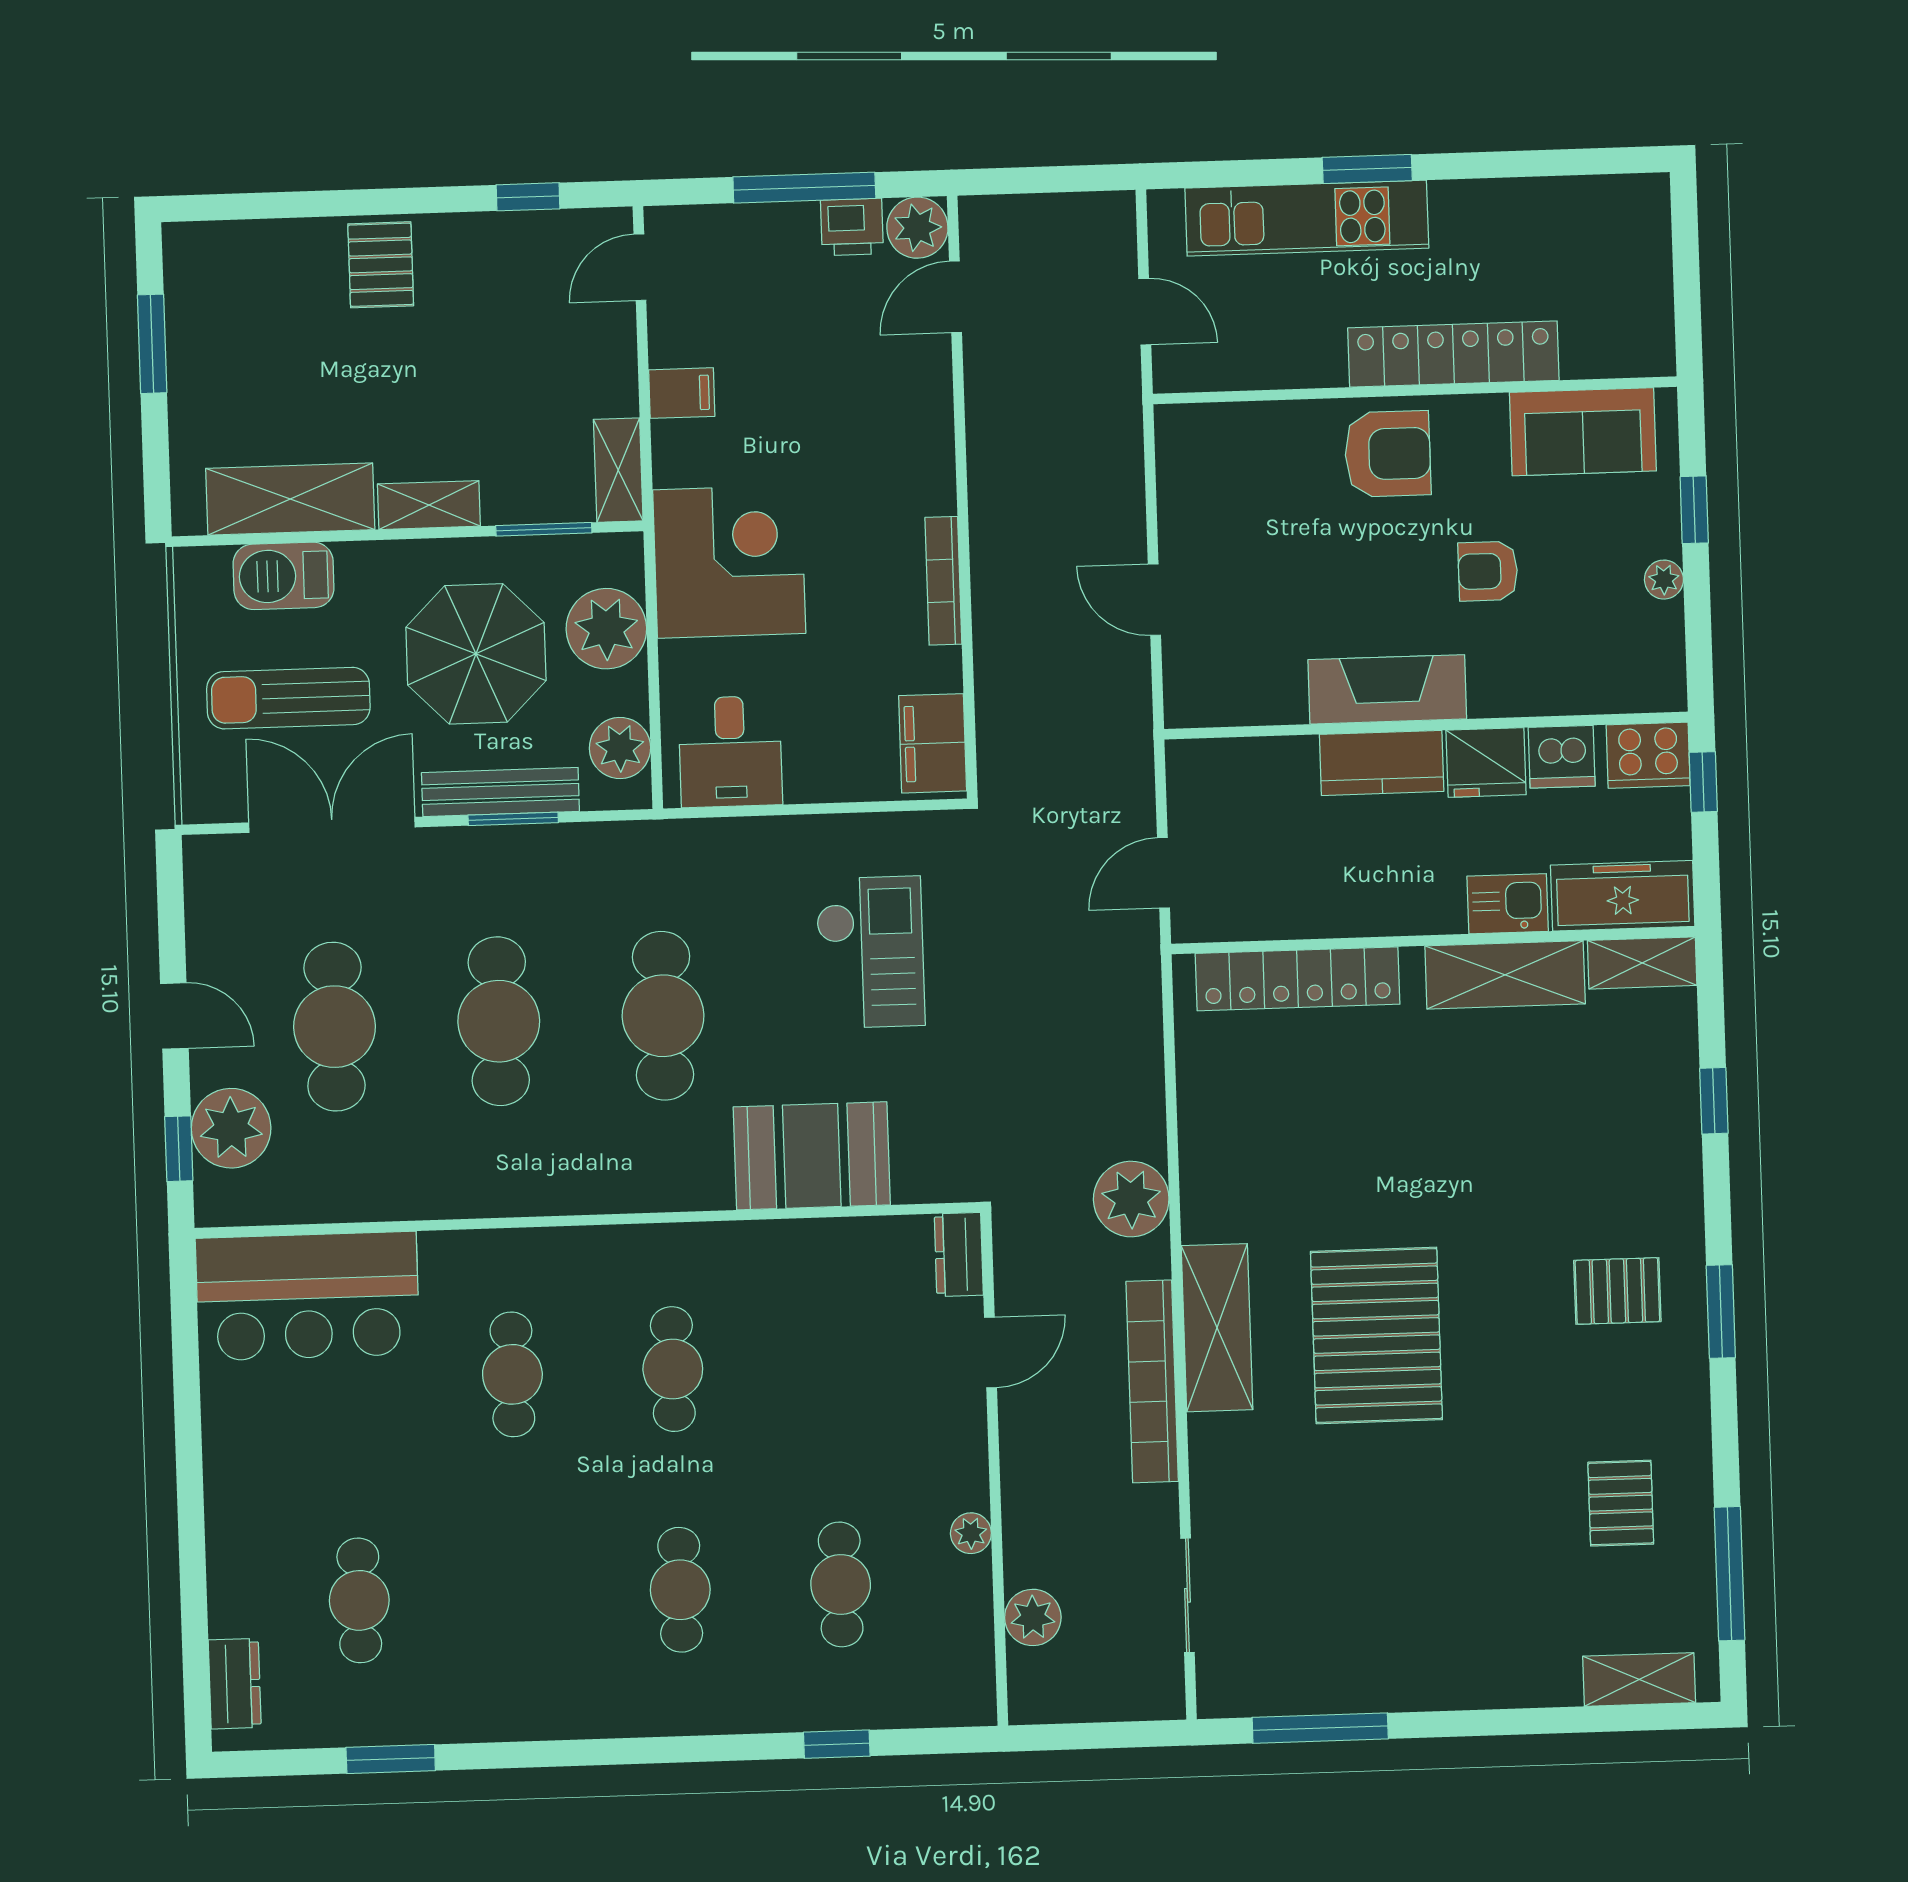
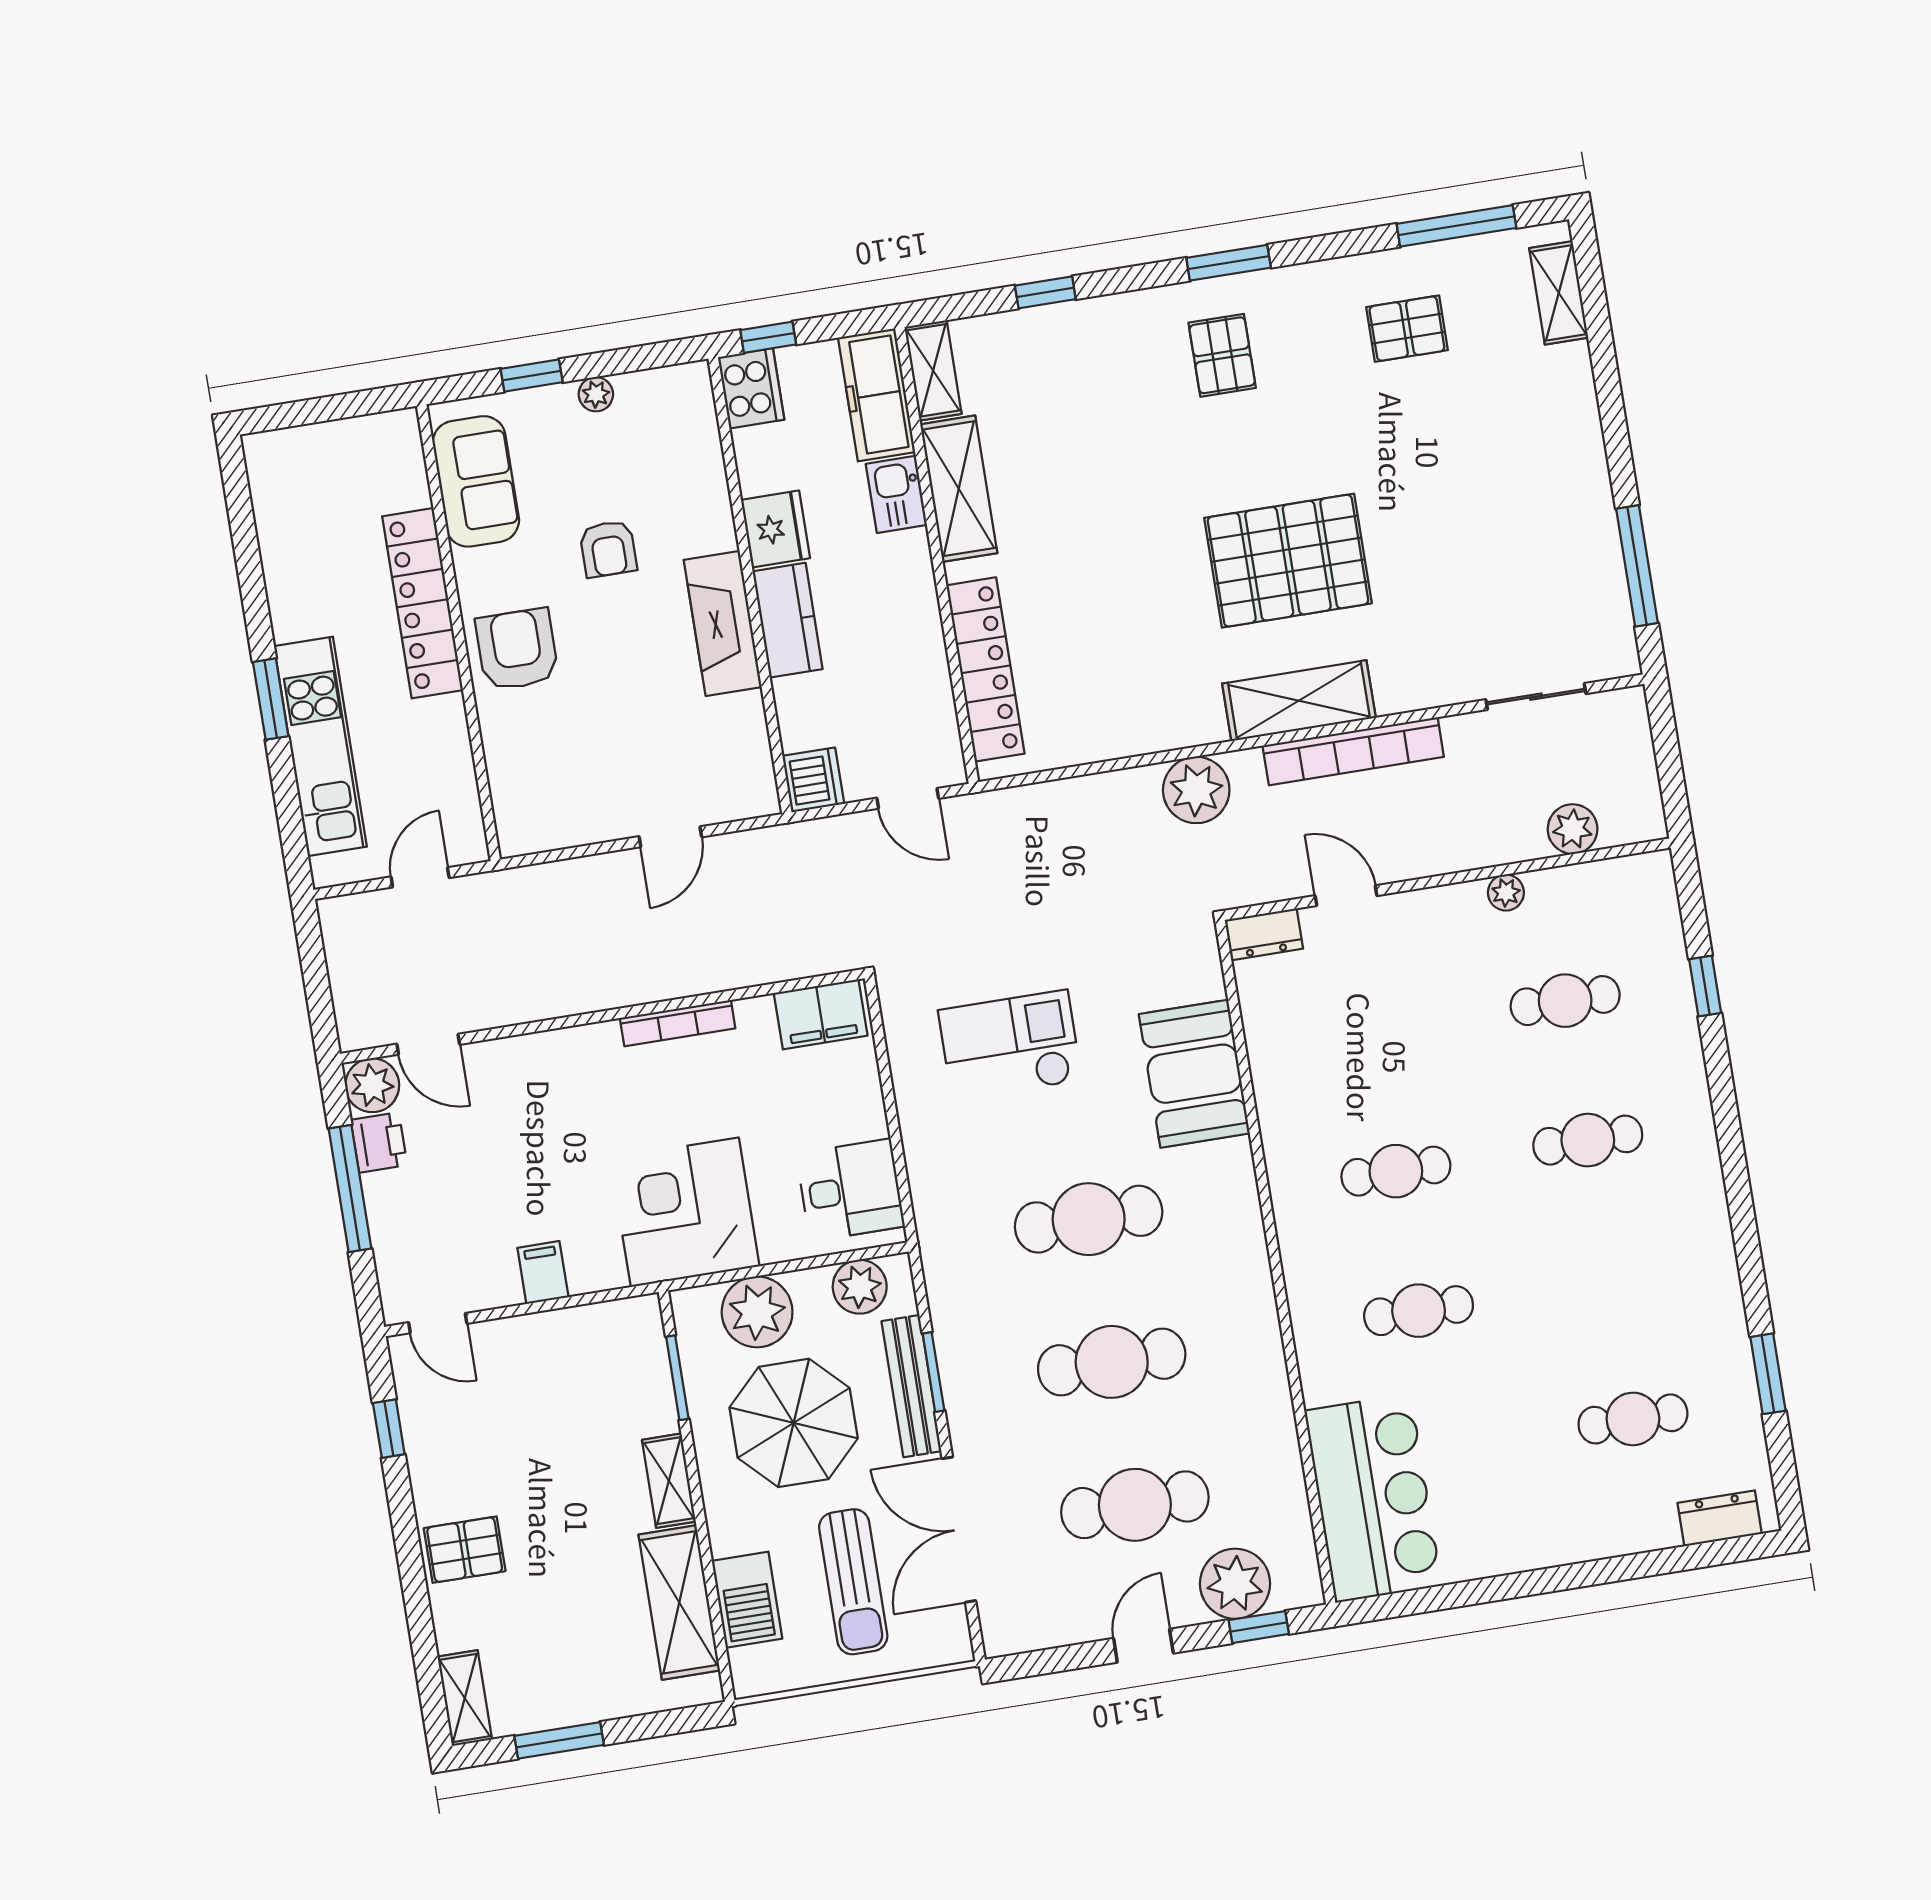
shelving: (618, 470) -> (465, 1698), moved, turned 90
dishwasher: (1562, 757) -> (813, 780), moved

